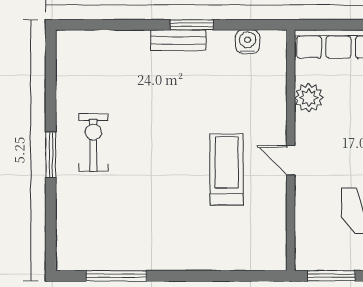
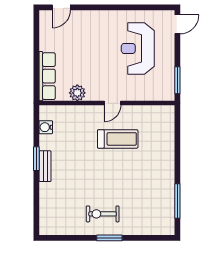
treadmill: (227, 170) -> (118, 139), turned 180

